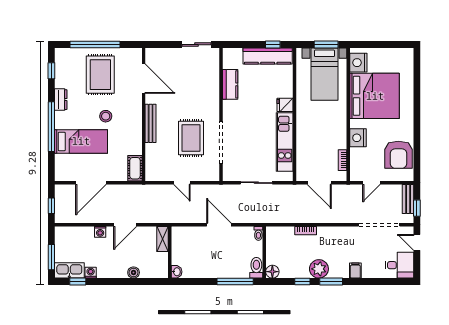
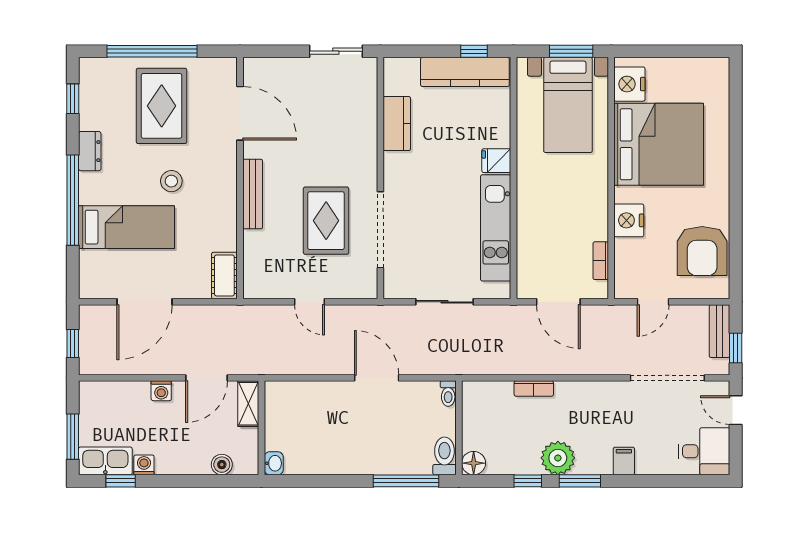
shelving: (163, 239) -> (248, 404), moved
wall: (170, 252) -> (261, 428), moved
washbasin: (177, 272) -> (274, 463), moved

